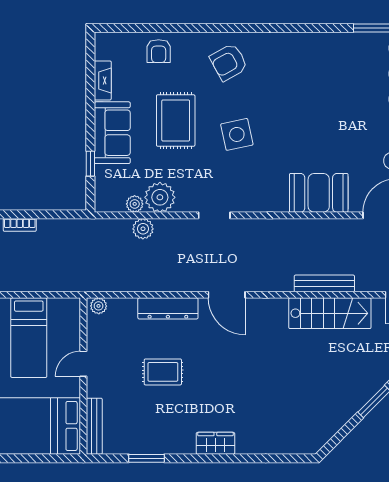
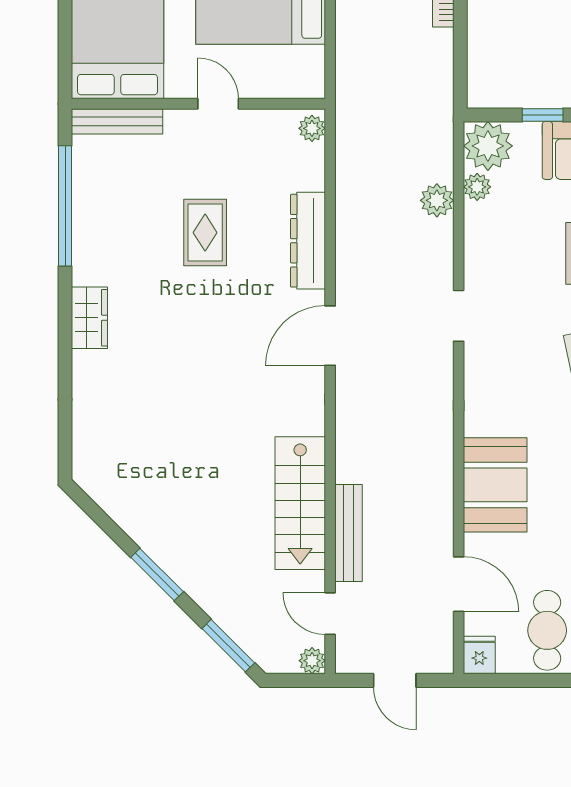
plant: (160, 197) -> (488, 146), moved
bench: (324, 283) -> (348, 533), moved
window: (146, 458) -> (65, 206), width x2.11

